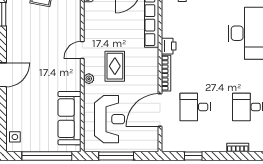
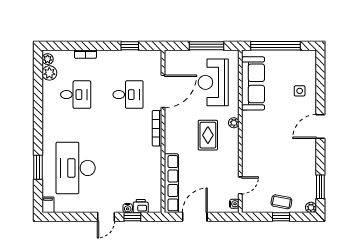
printer: (169, 46) -> (154, 155), removed
door: (82, 50) -> (240, 185), moved
side table: (15, 137) -> (300, 91), moved

